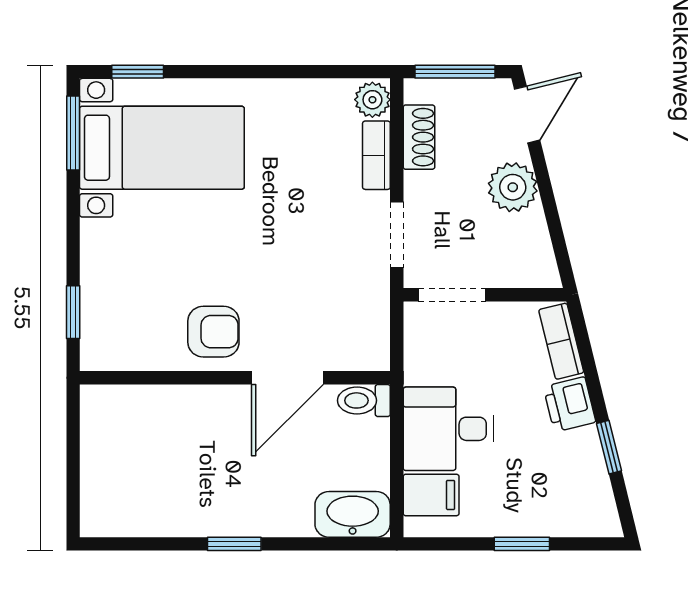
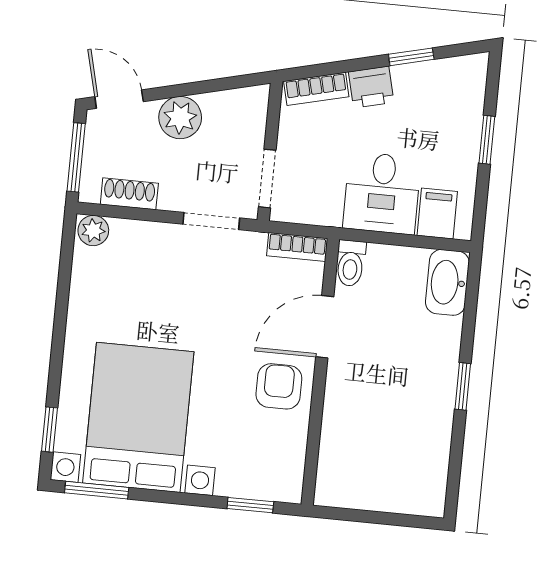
bed with nightstands: (162, 148) -> (138, 417), width x1.36
bookcase: (376, 155) -> (297, 247), moved
door: (288, 378) -> (325, 327), swing flipped

